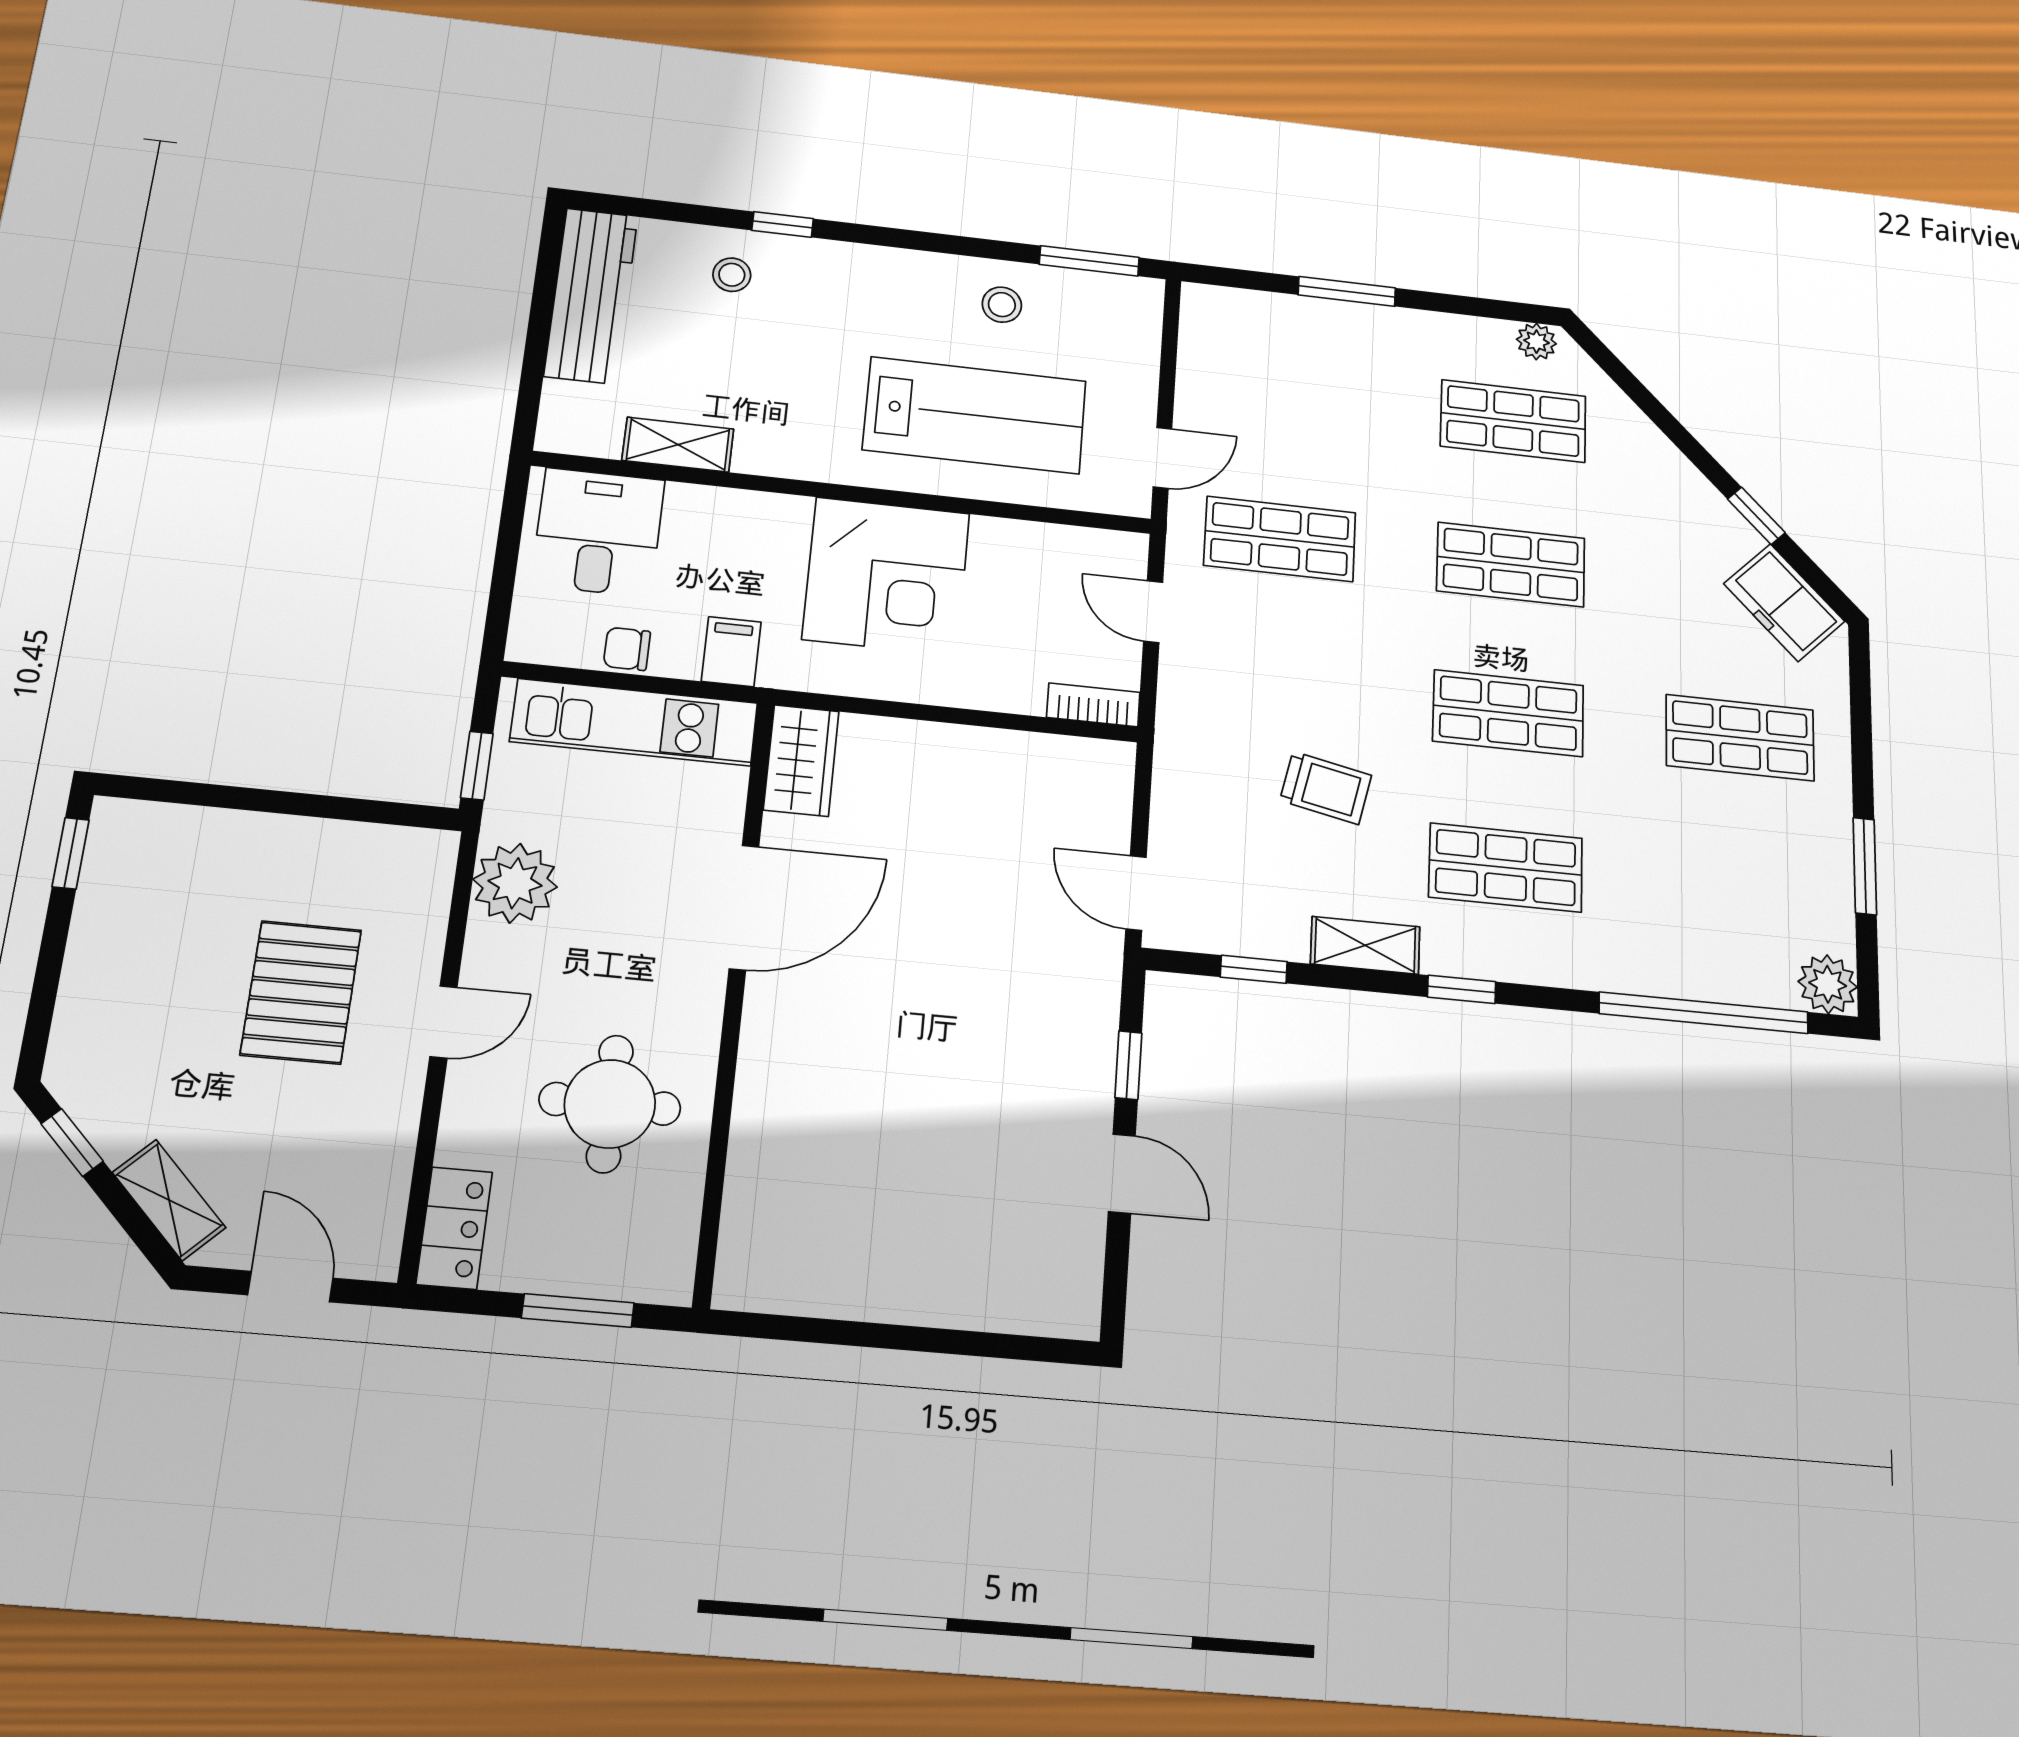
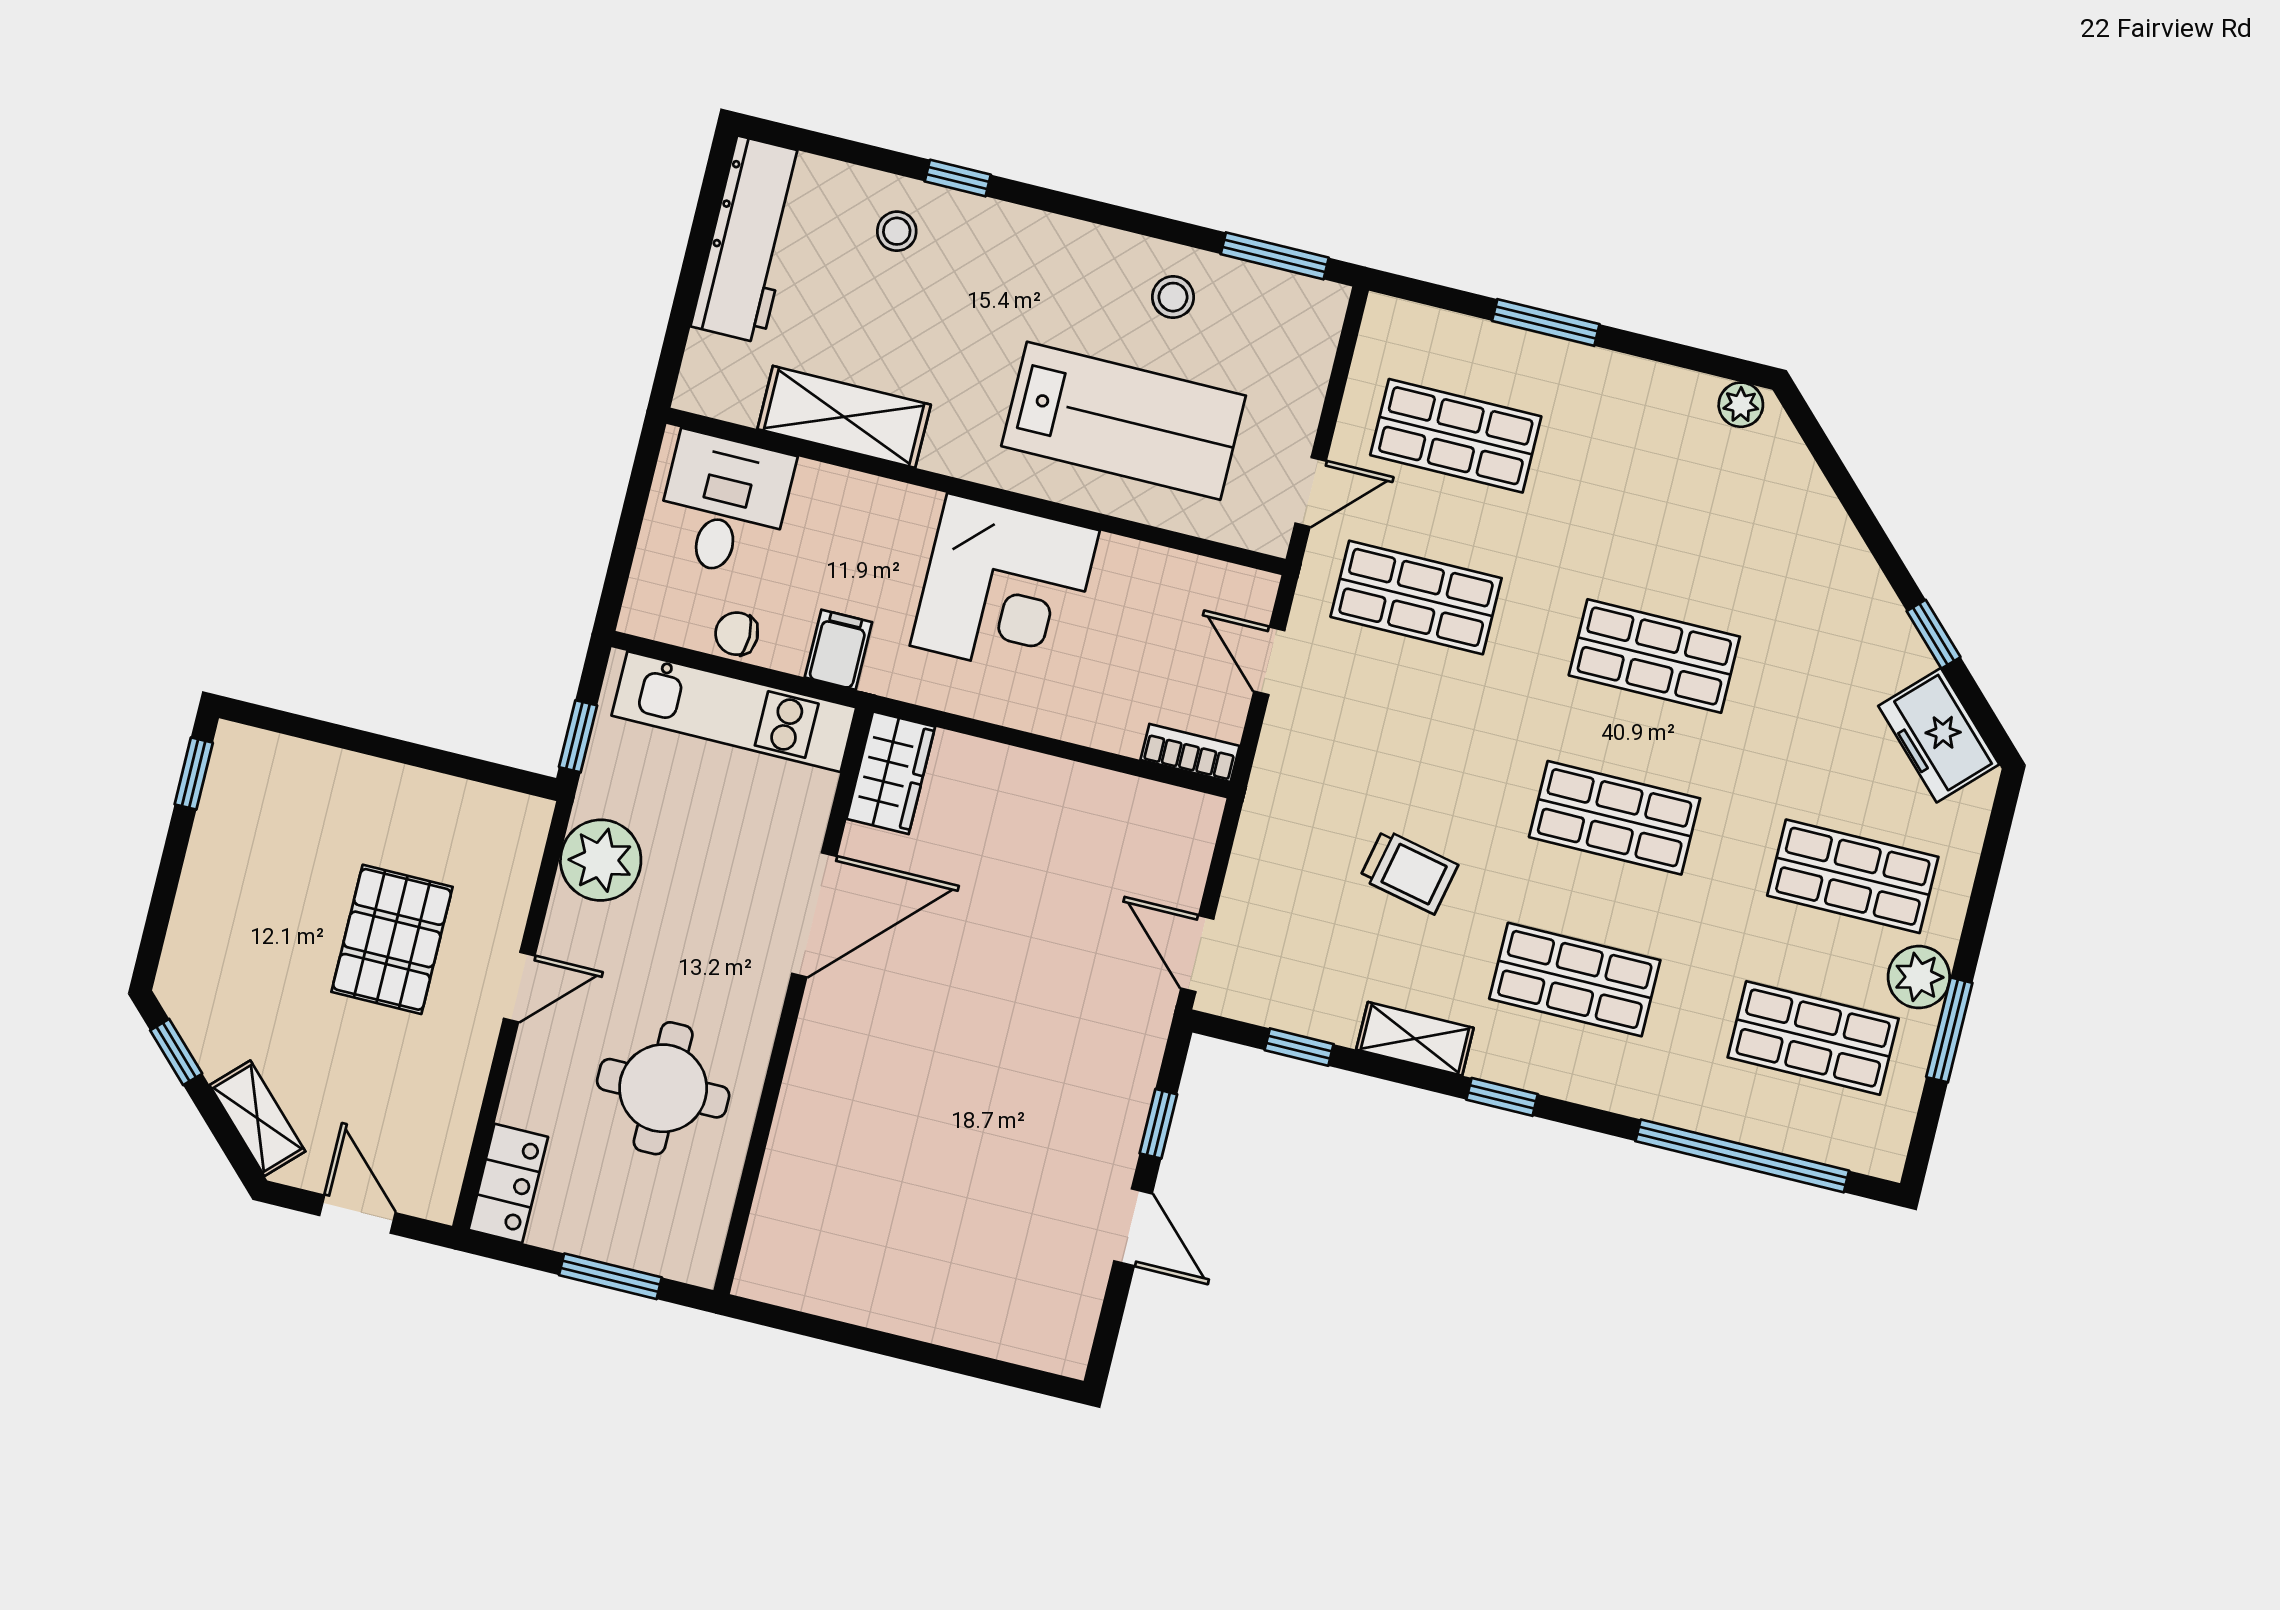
shop shelf: (1513, 421) -> (1456, 436), moved
shelving: (678, 445) -> (844, 417), width x1.50, depth x1.33
shop shelf: (1742, 891) -> (1813, 1038), added
plant: (1828, 984) -> (1919, 977), moved

